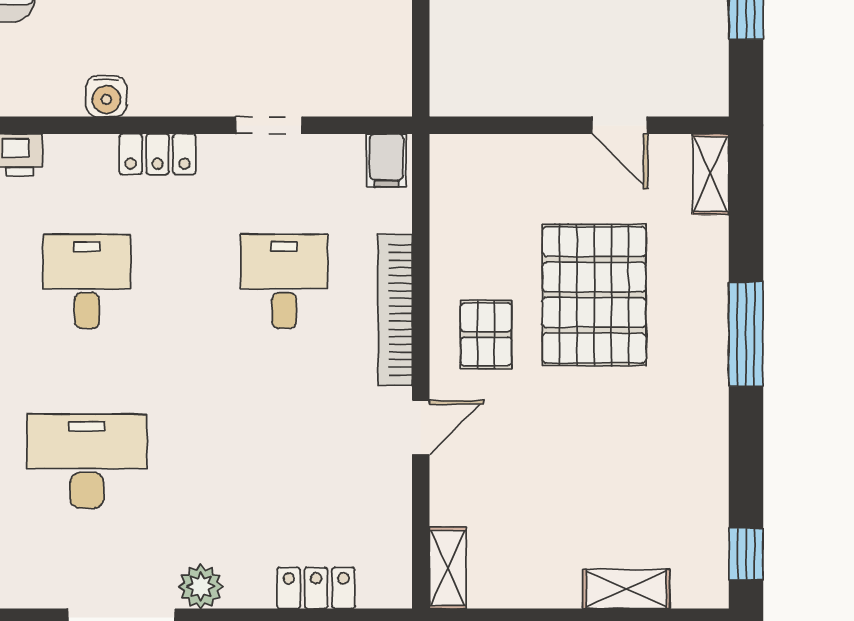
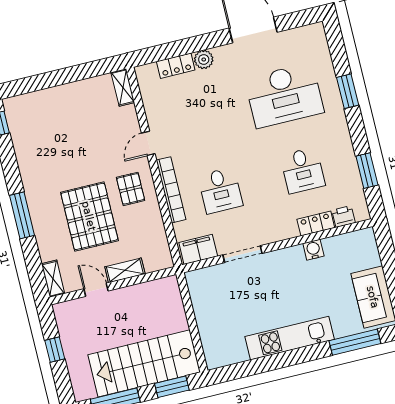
doorway: (269, 125) -> (243, 254), width x1.38
locker: (158, 154) -> (316, 223), moved
filing cabinet: (386, 161) -> (198, 249), width x2.00
desk: (87, 461) -> (284, 95), width x1.36, depth x1.30
plant: (201, 587) -> (204, 59), moved
shelving: (626, 589) -> (125, 270), moved

